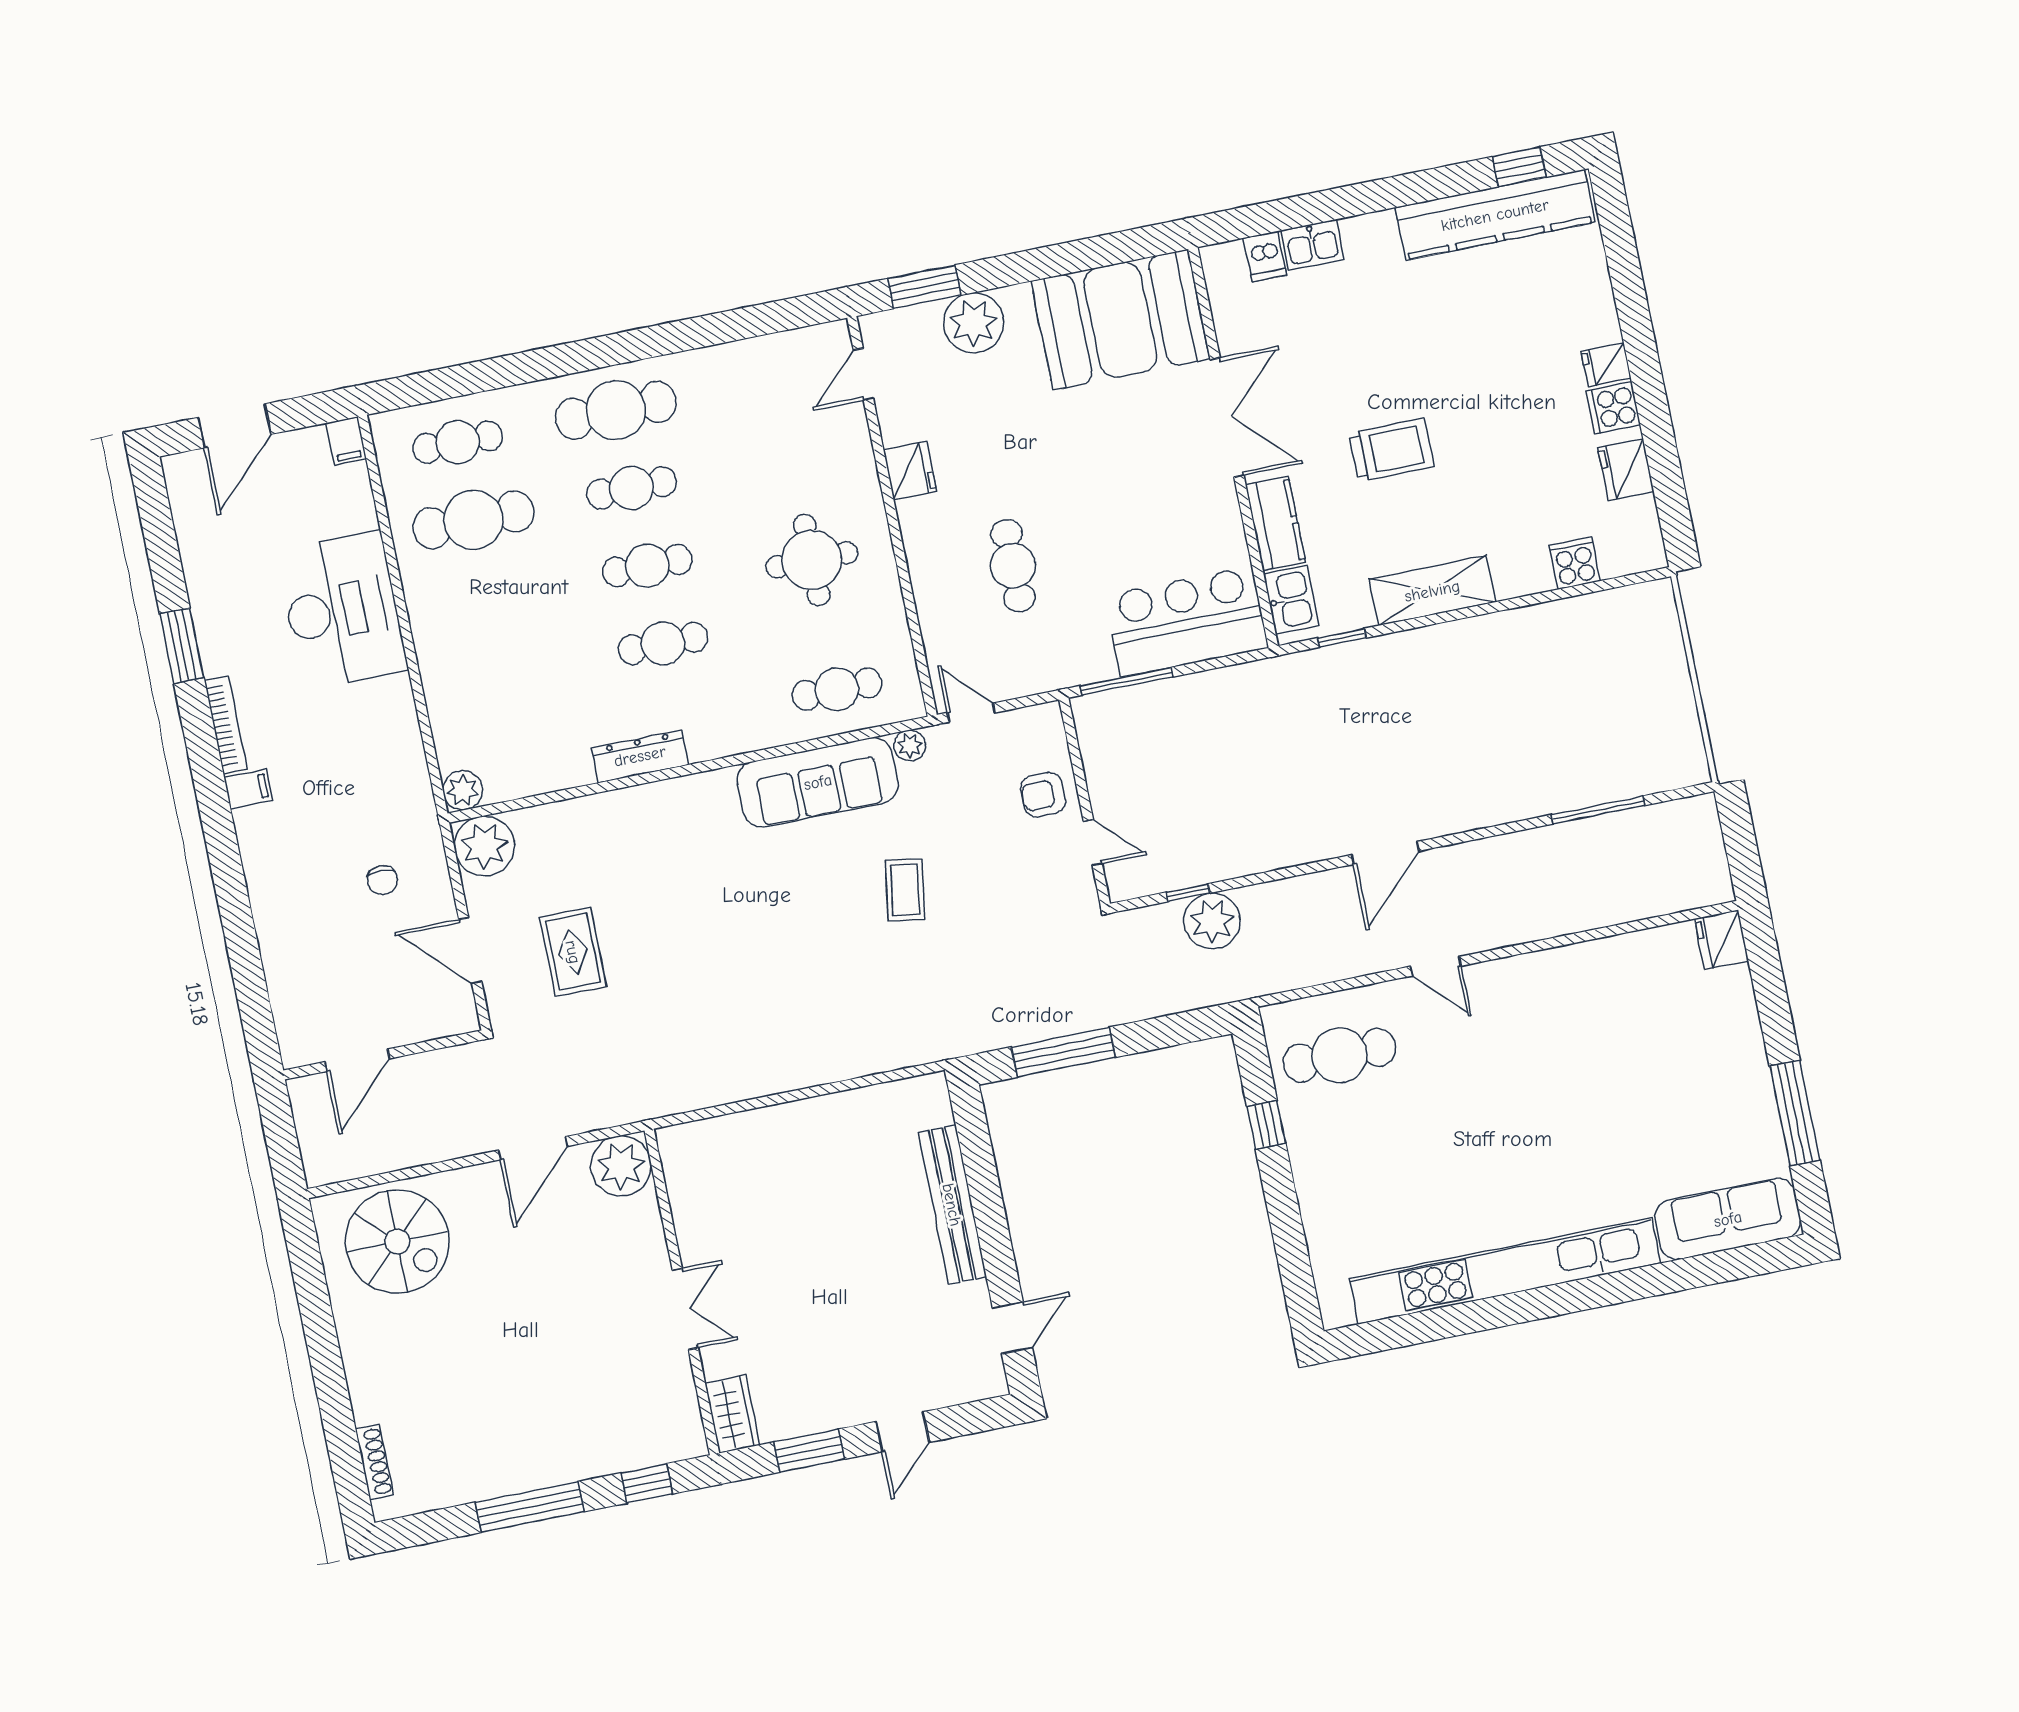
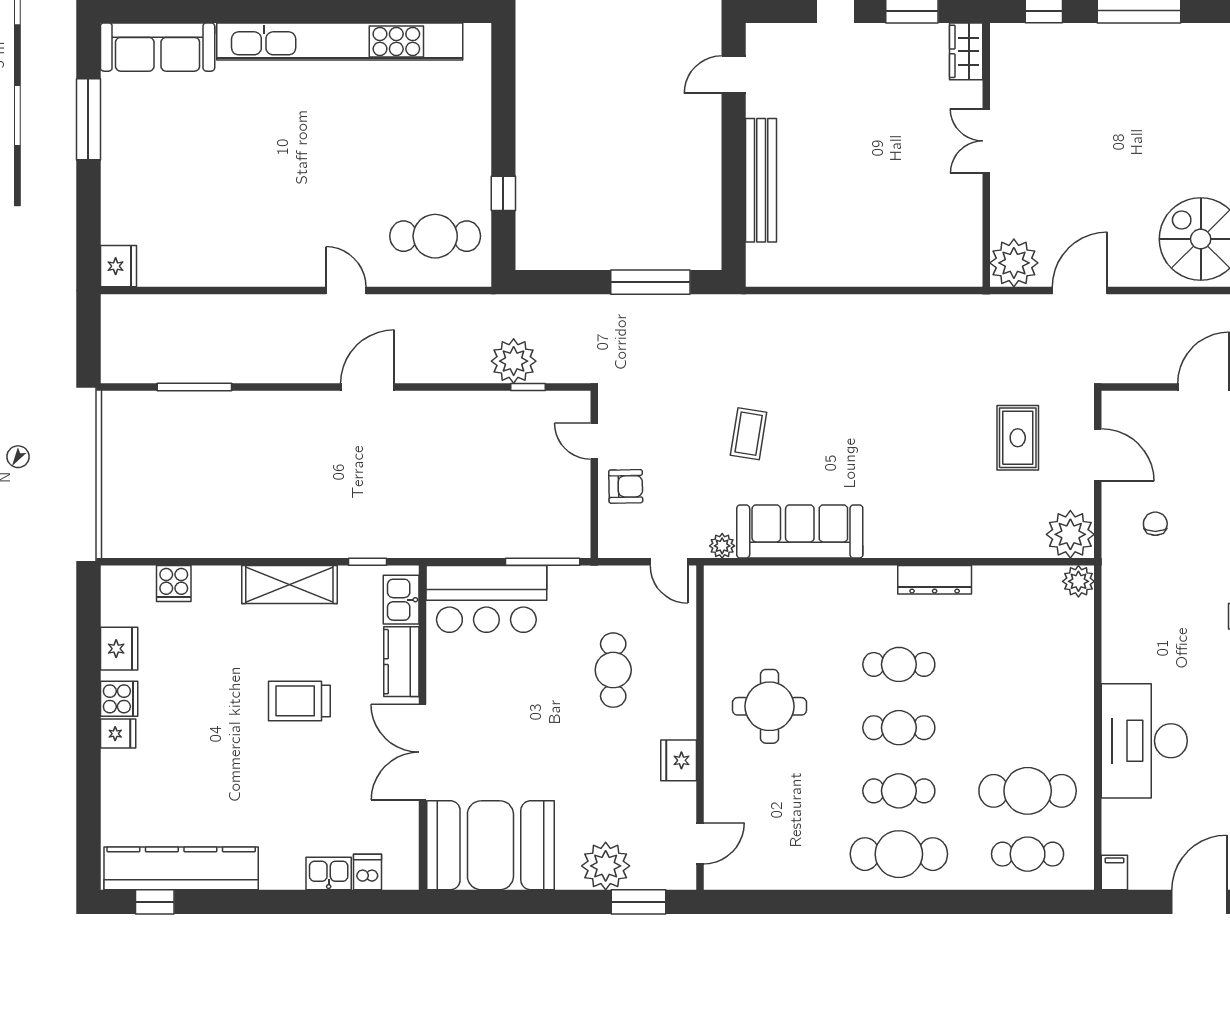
cafe table: (837, 689) -> (770, 601), removed

